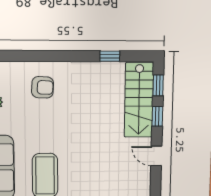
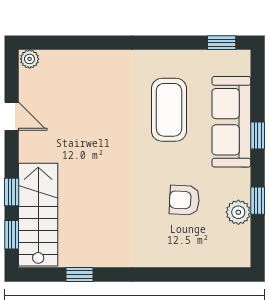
armchair: (43, 87) -> (184, 200), moved
door: (156, 156) -> (12, 116), moved

